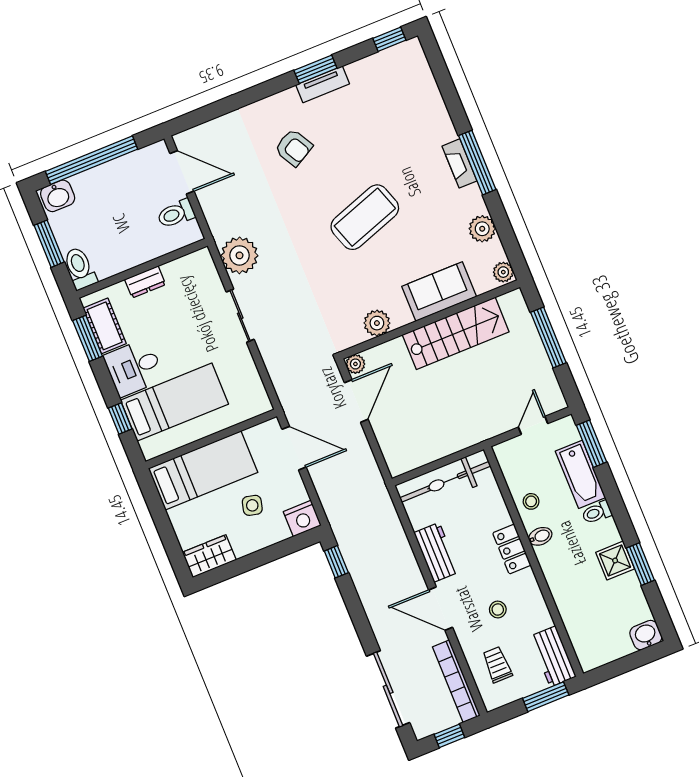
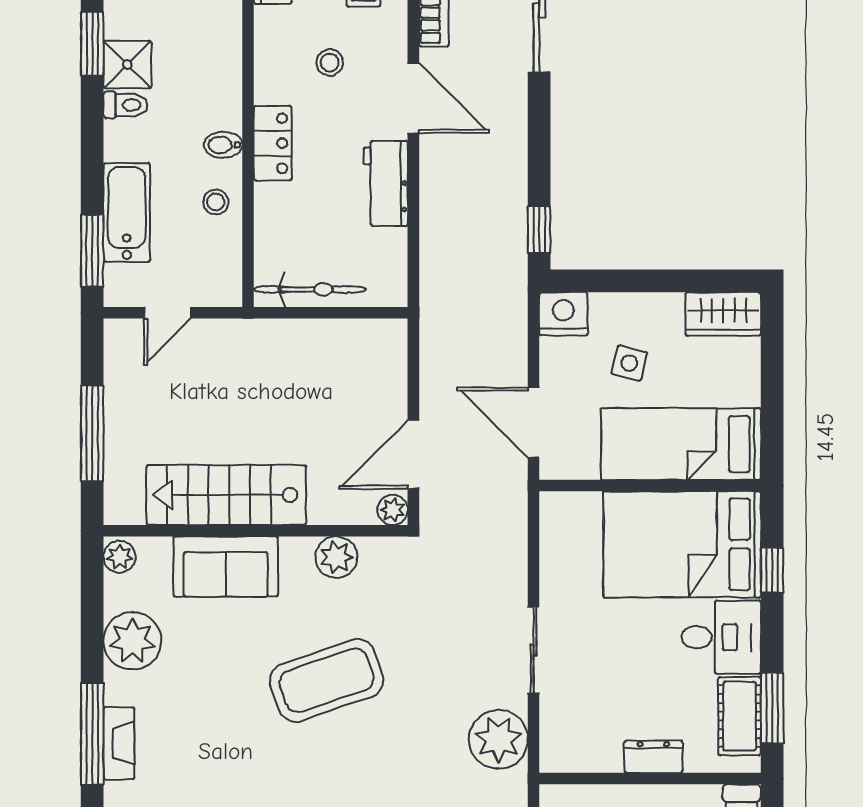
coffee table: (365, 217) -> (327, 680), moved
plant: (482, 229) -> (132, 641), width x1.36, depth x1.36
bed: (174, 402) -> (682, 544), width x1.50
bicycle: (445, 482) -> (310, 289), width x0.73, depth x0.71
toilet: (597, 512) -> (126, 105), moved

